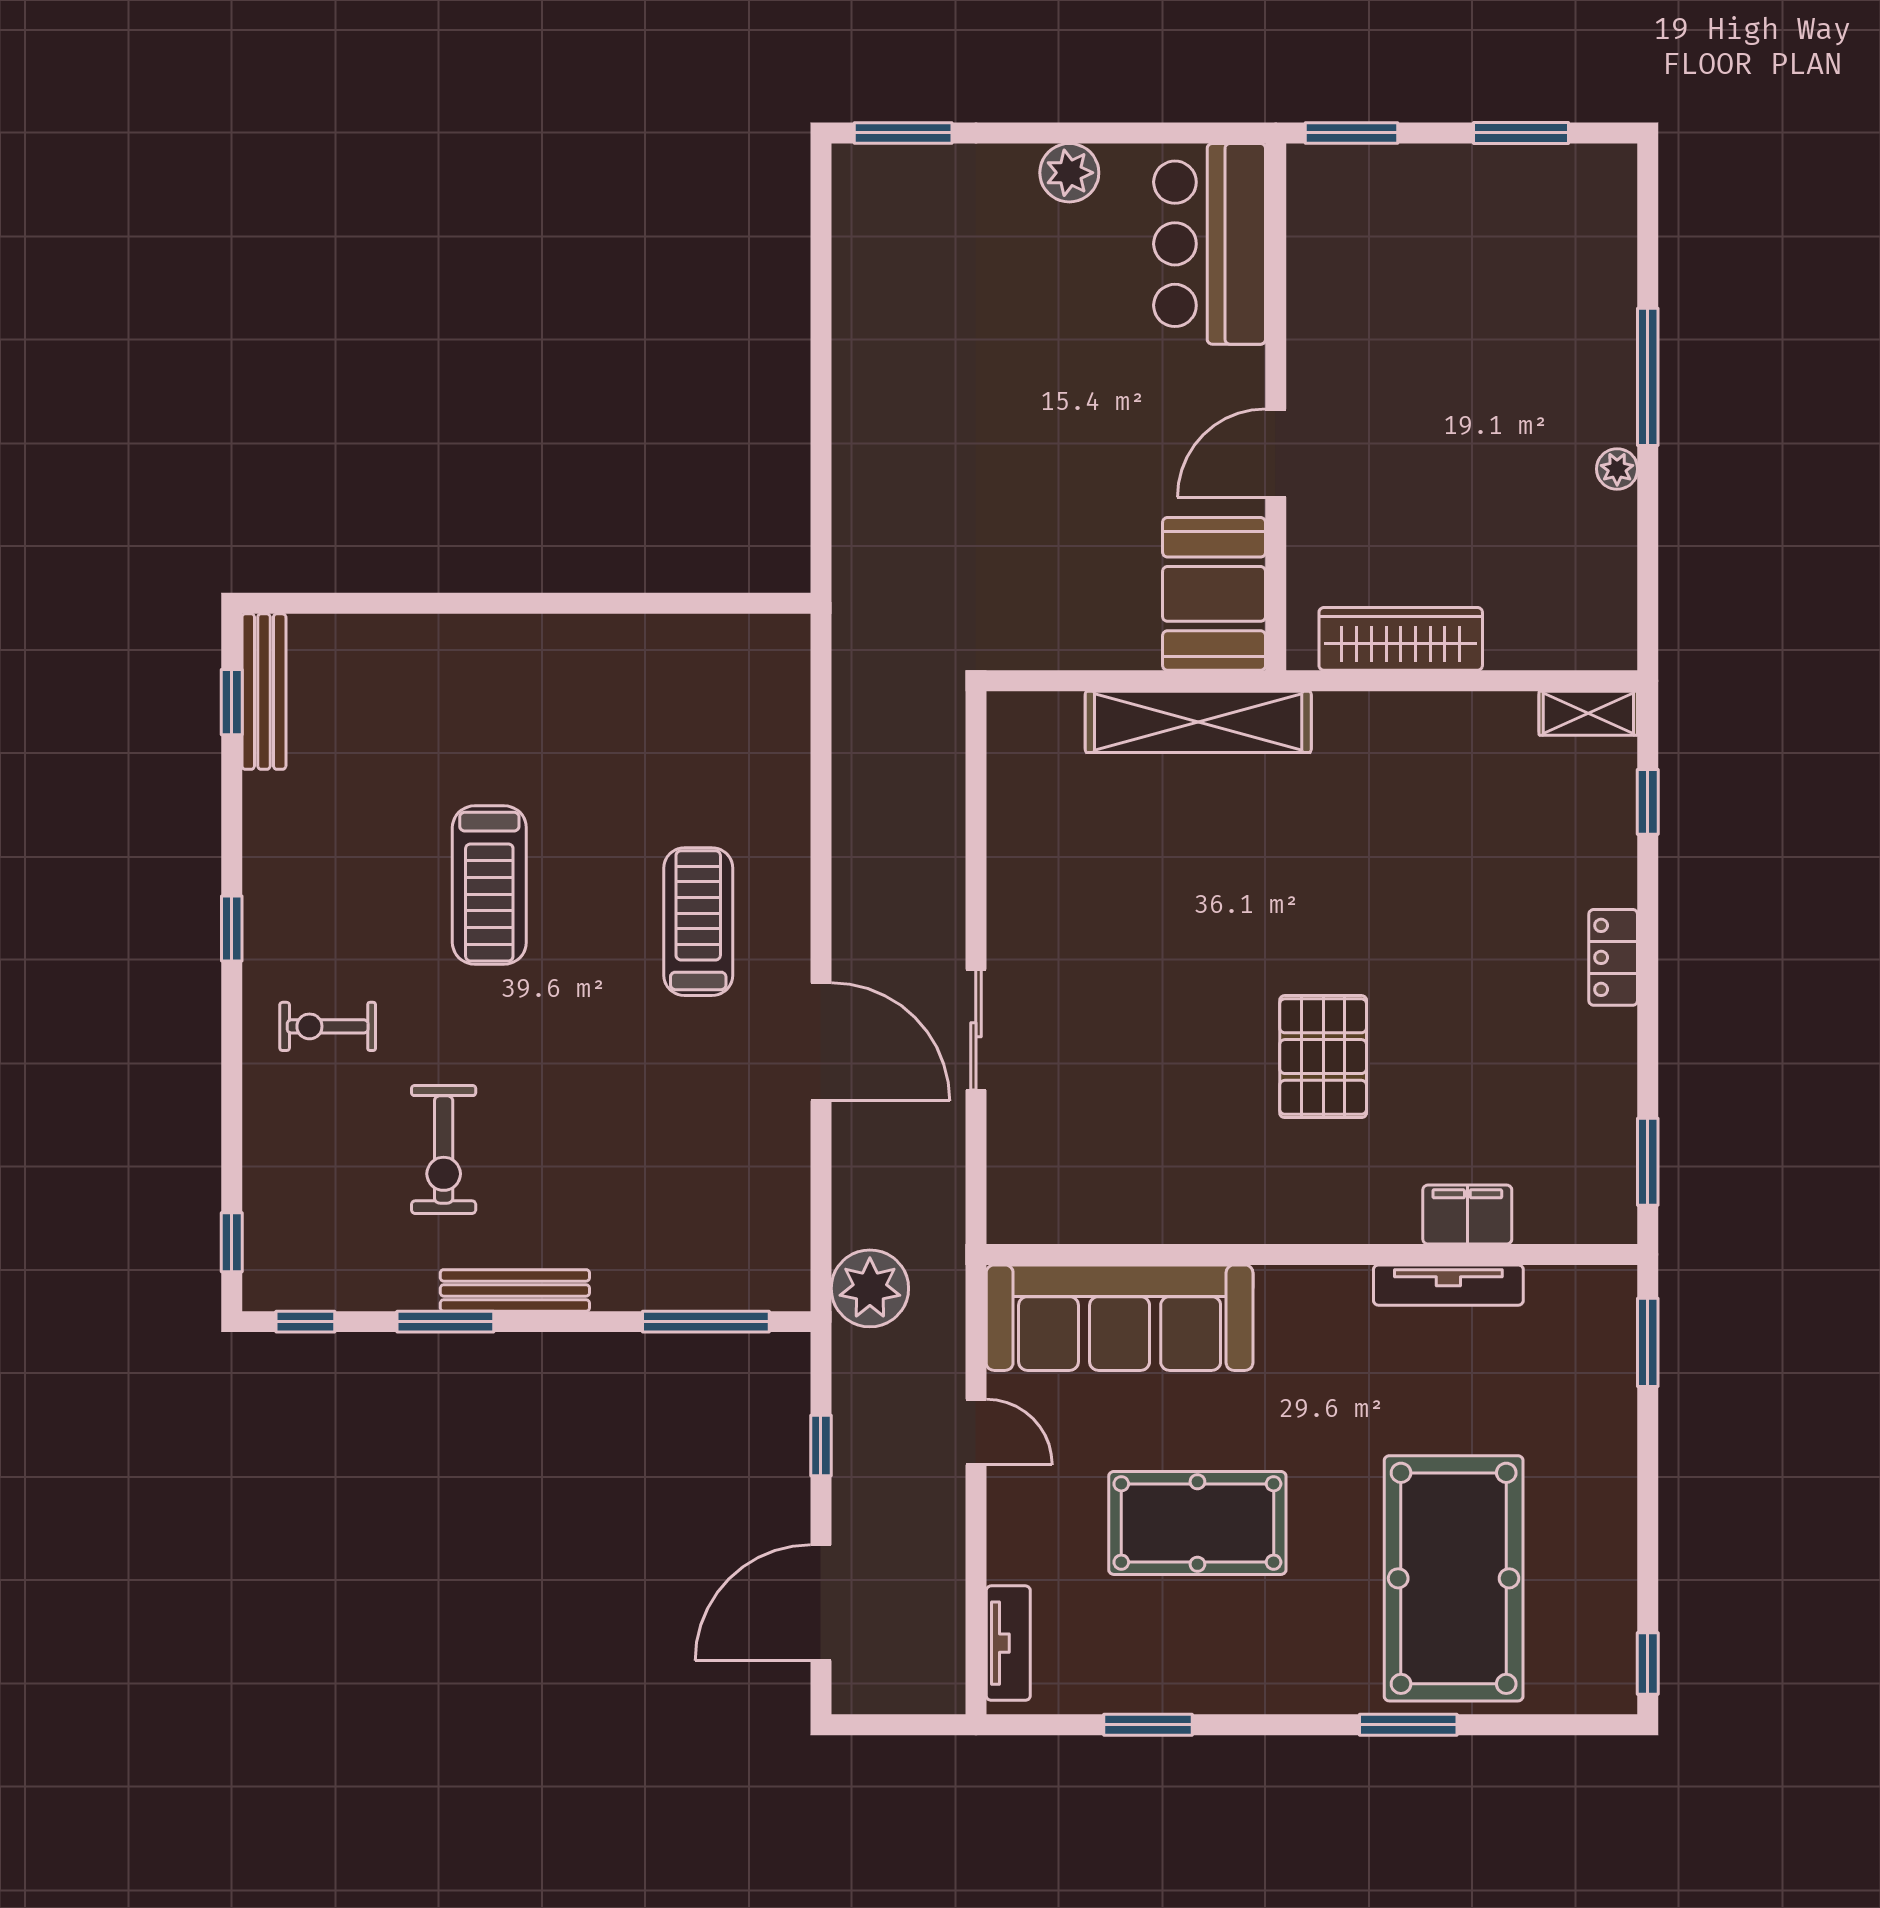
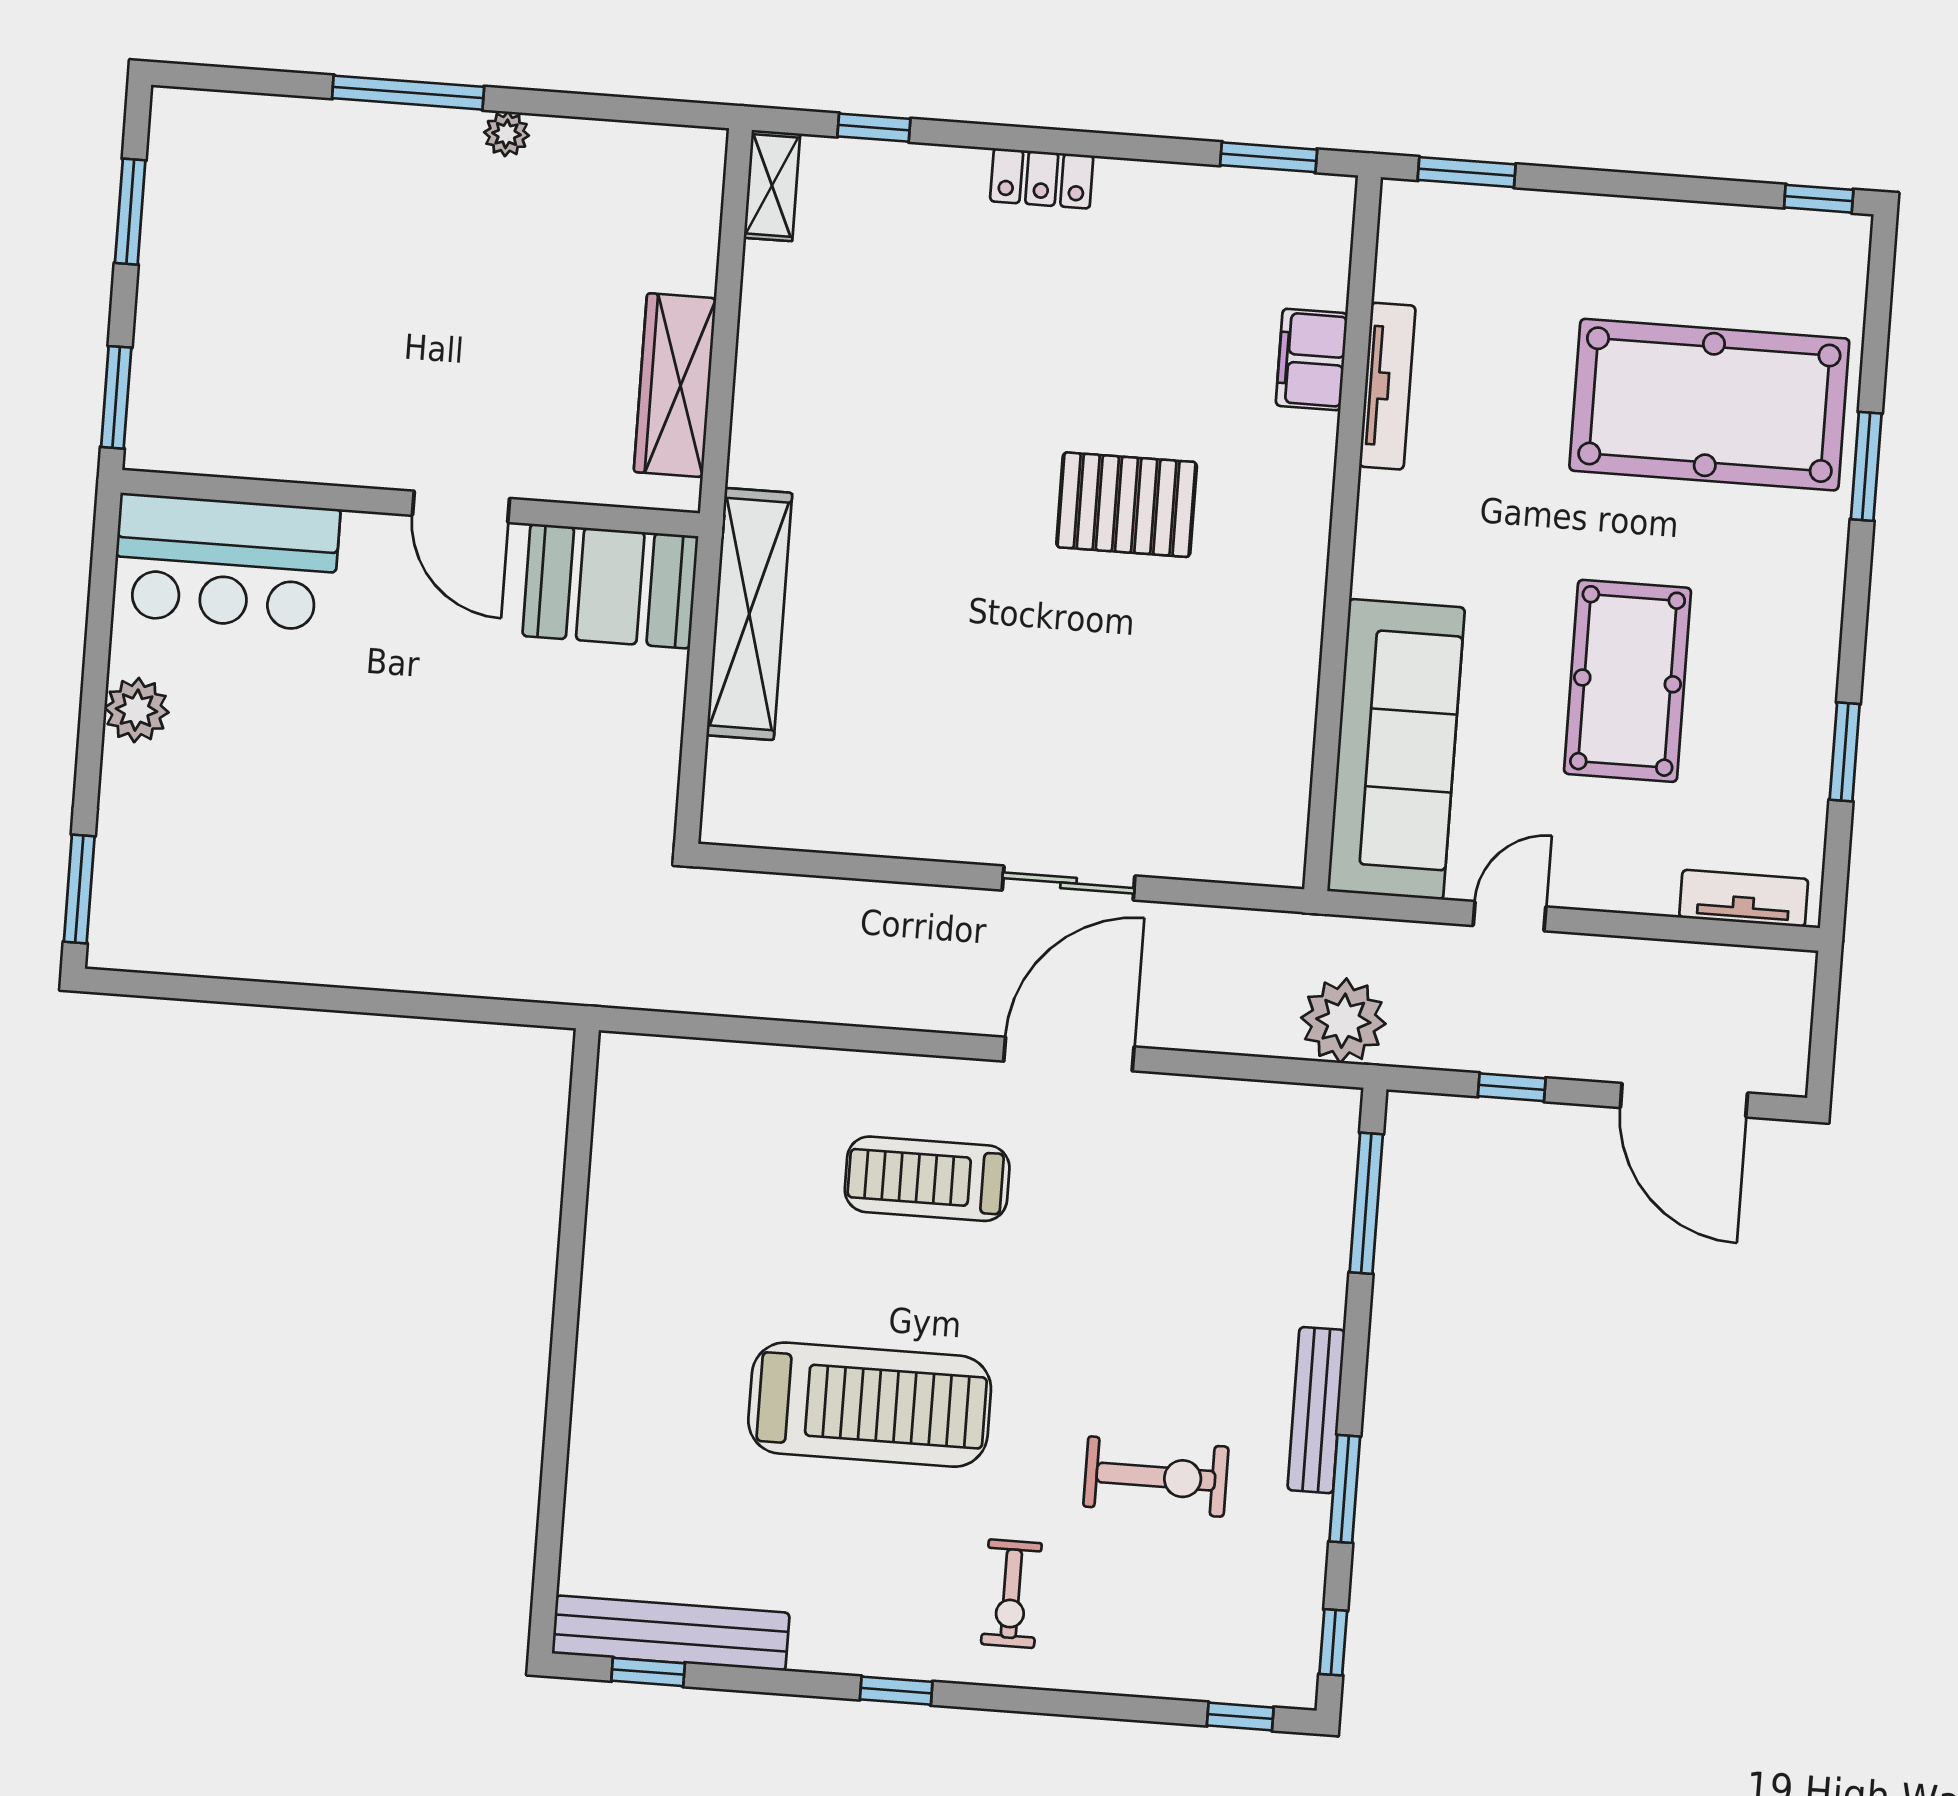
bench: (264, 692) -> (671, 1633), width x1.37, depth x1.21
treadmill: (489, 885) -> (870, 1405), width x1.37, depth x1.38

